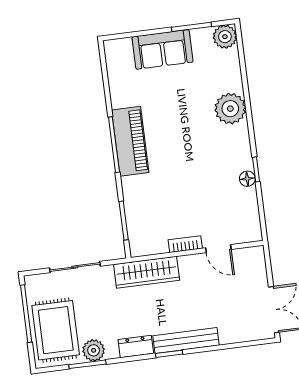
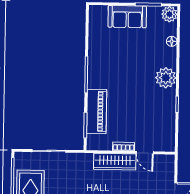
plant: (230, 109) -> (166, 78), moved
piano: (130, 141) -> (97, 111), moved
floor lamp: (247, 179) -> (172, 41), moved
wardrobe: (147, 272) -> (115, 162), moved

